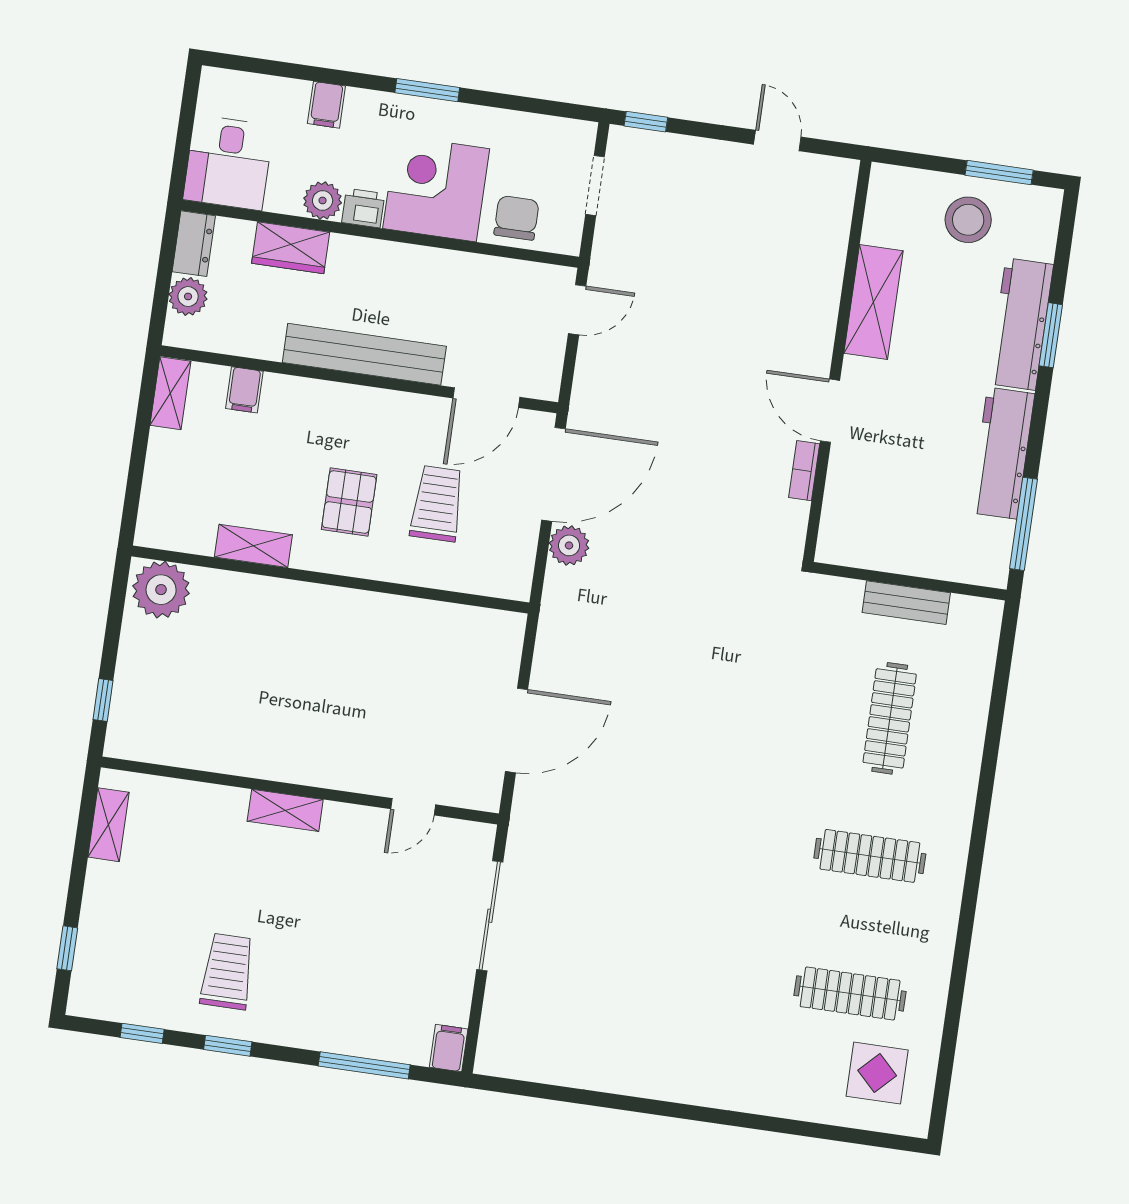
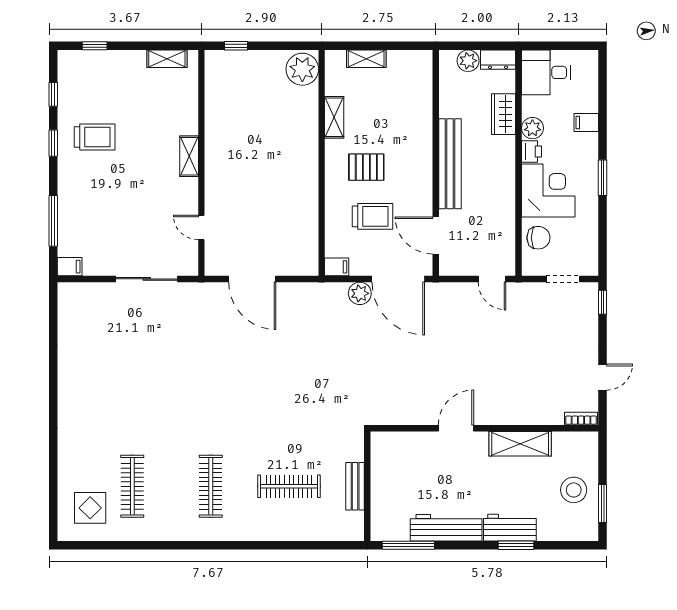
workbench: (1021, 324) -> (510, 528), width x0.73
filing cabinet: (244, 390) -> (337, 267), moved, turned 180
shelving: (170, 393) -> (366, 59), moved
bookcase: (804, 471) -> (581, 419), moved

